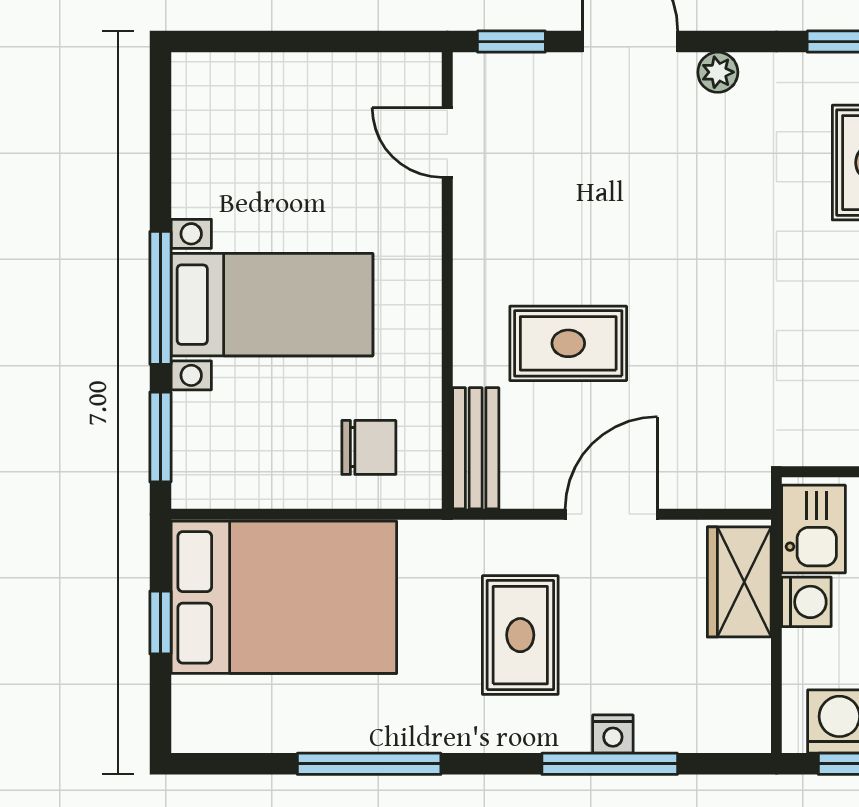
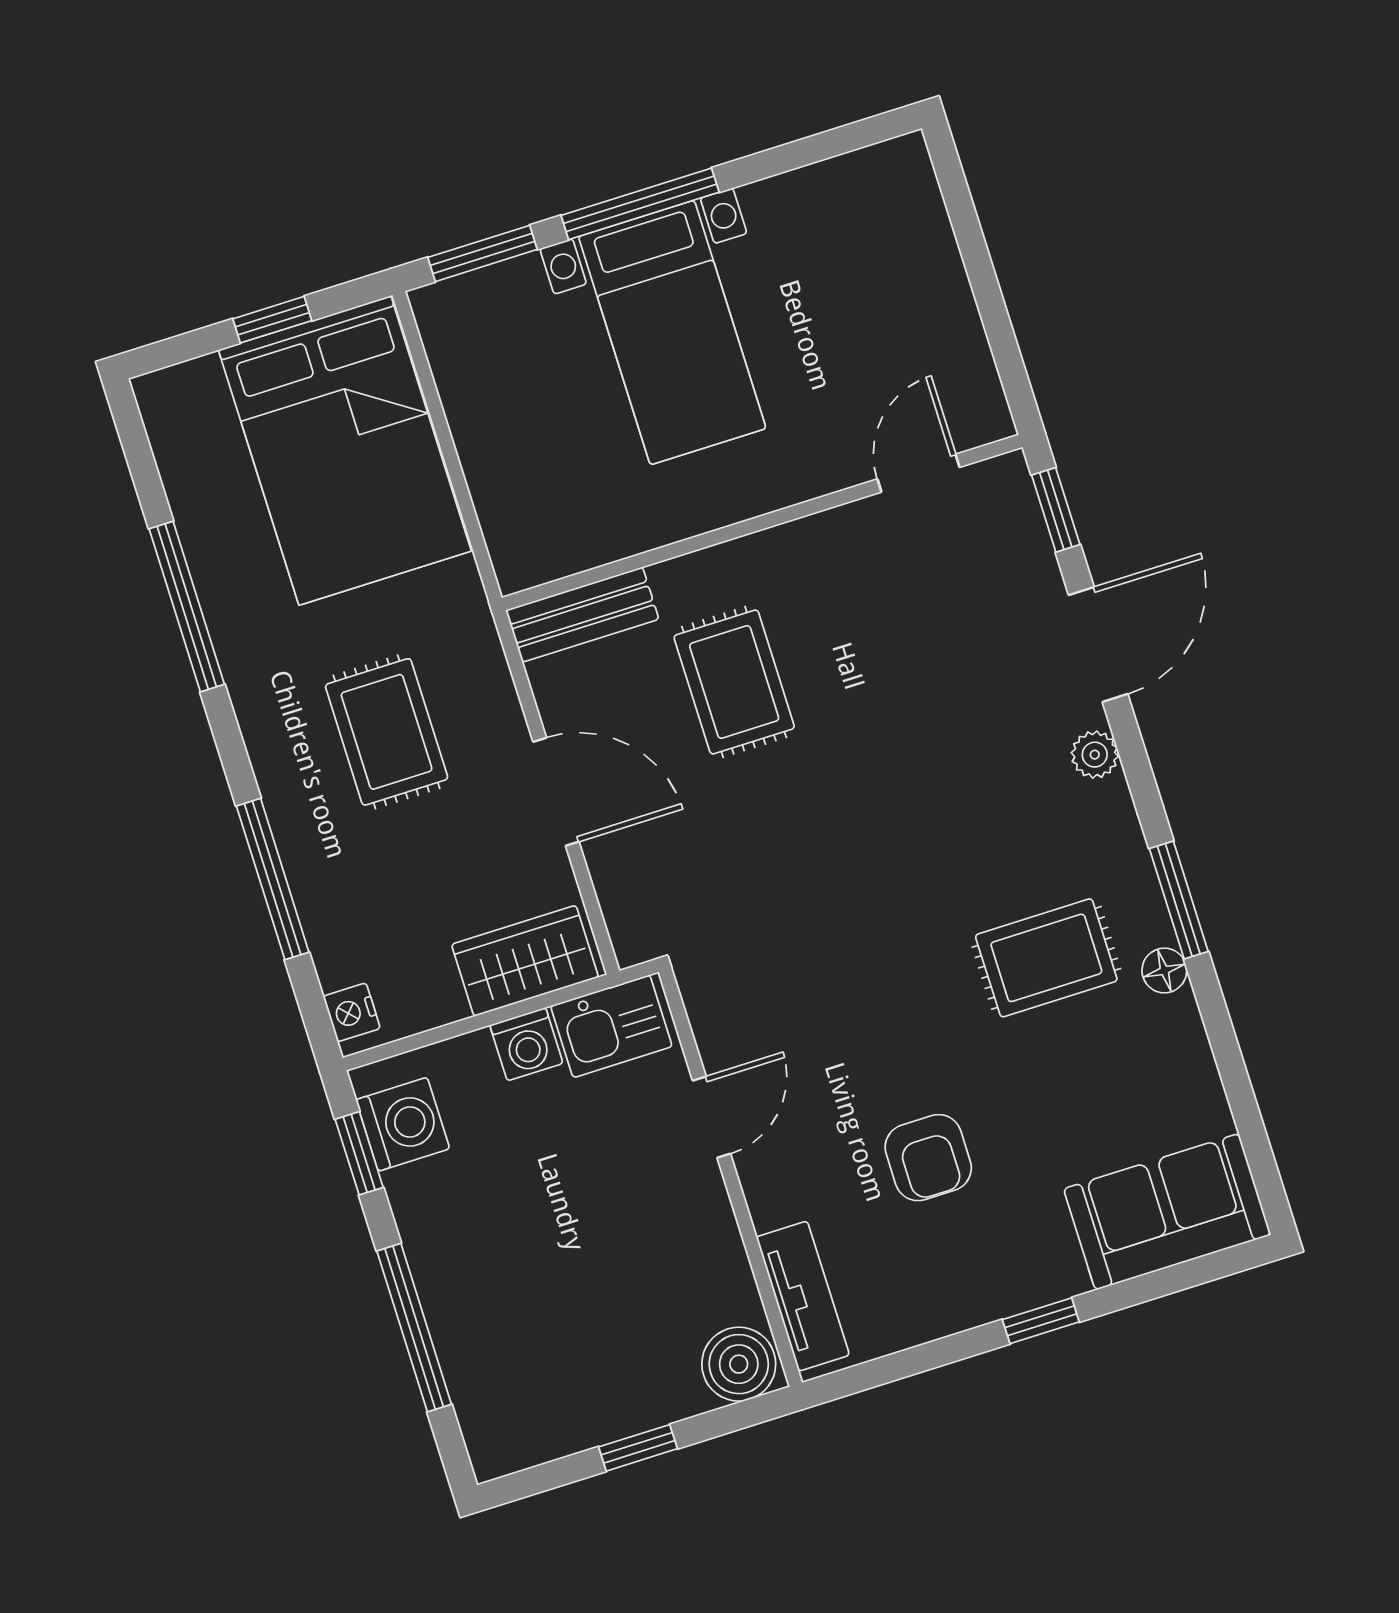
chair: (369, 447) -> (545, 493), removed
rug: (520, 635) -> (387, 732), turned 90
nightstand: (613, 734) -> (352, 1012), moved

